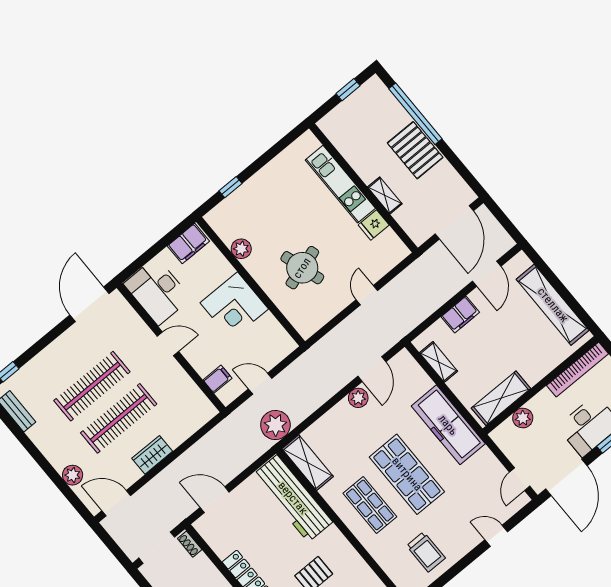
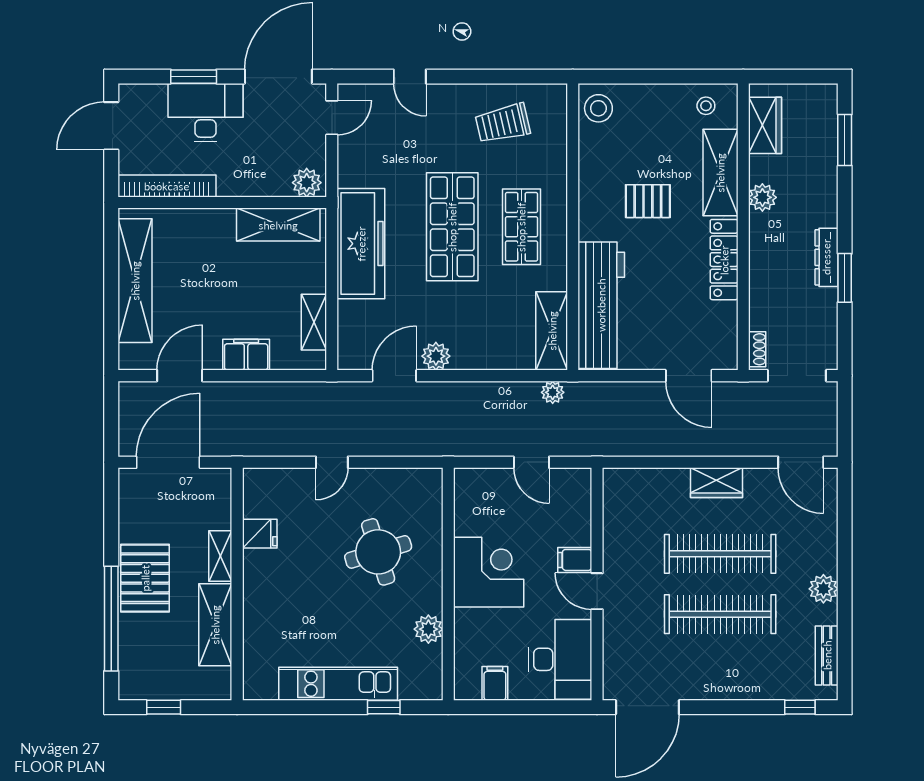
shelving: (357, 157) -> (215, 625), added
kitchen unit: (340, 184) -> (338, 684), moved, turned -90
filing cabinet: (188, 244) -> (495, 683), width x0.50
filing cabinet: (217, 379) -> (575, 560), moved
plant: (523, 418) -> (307, 183), moved
plant: (275, 425) -> (553, 392), width x0.53, depth x0.53
plant: (73, 475) -> (823, 589), moved
trolley: (426, 552) -> (503, 123), turned -103

